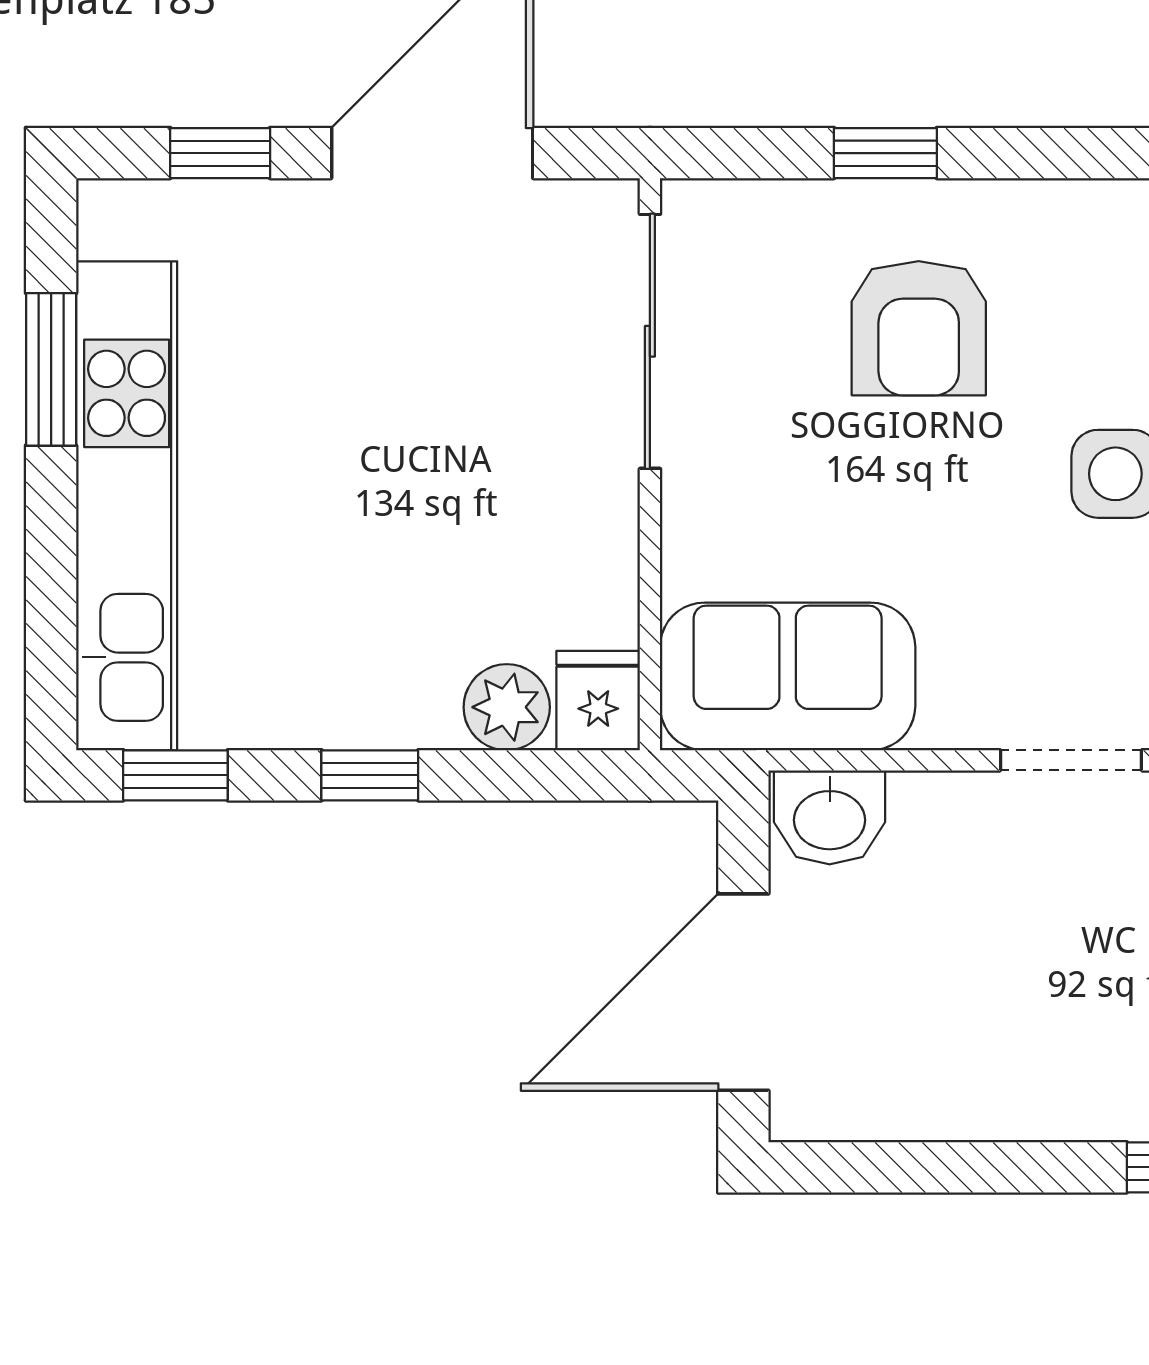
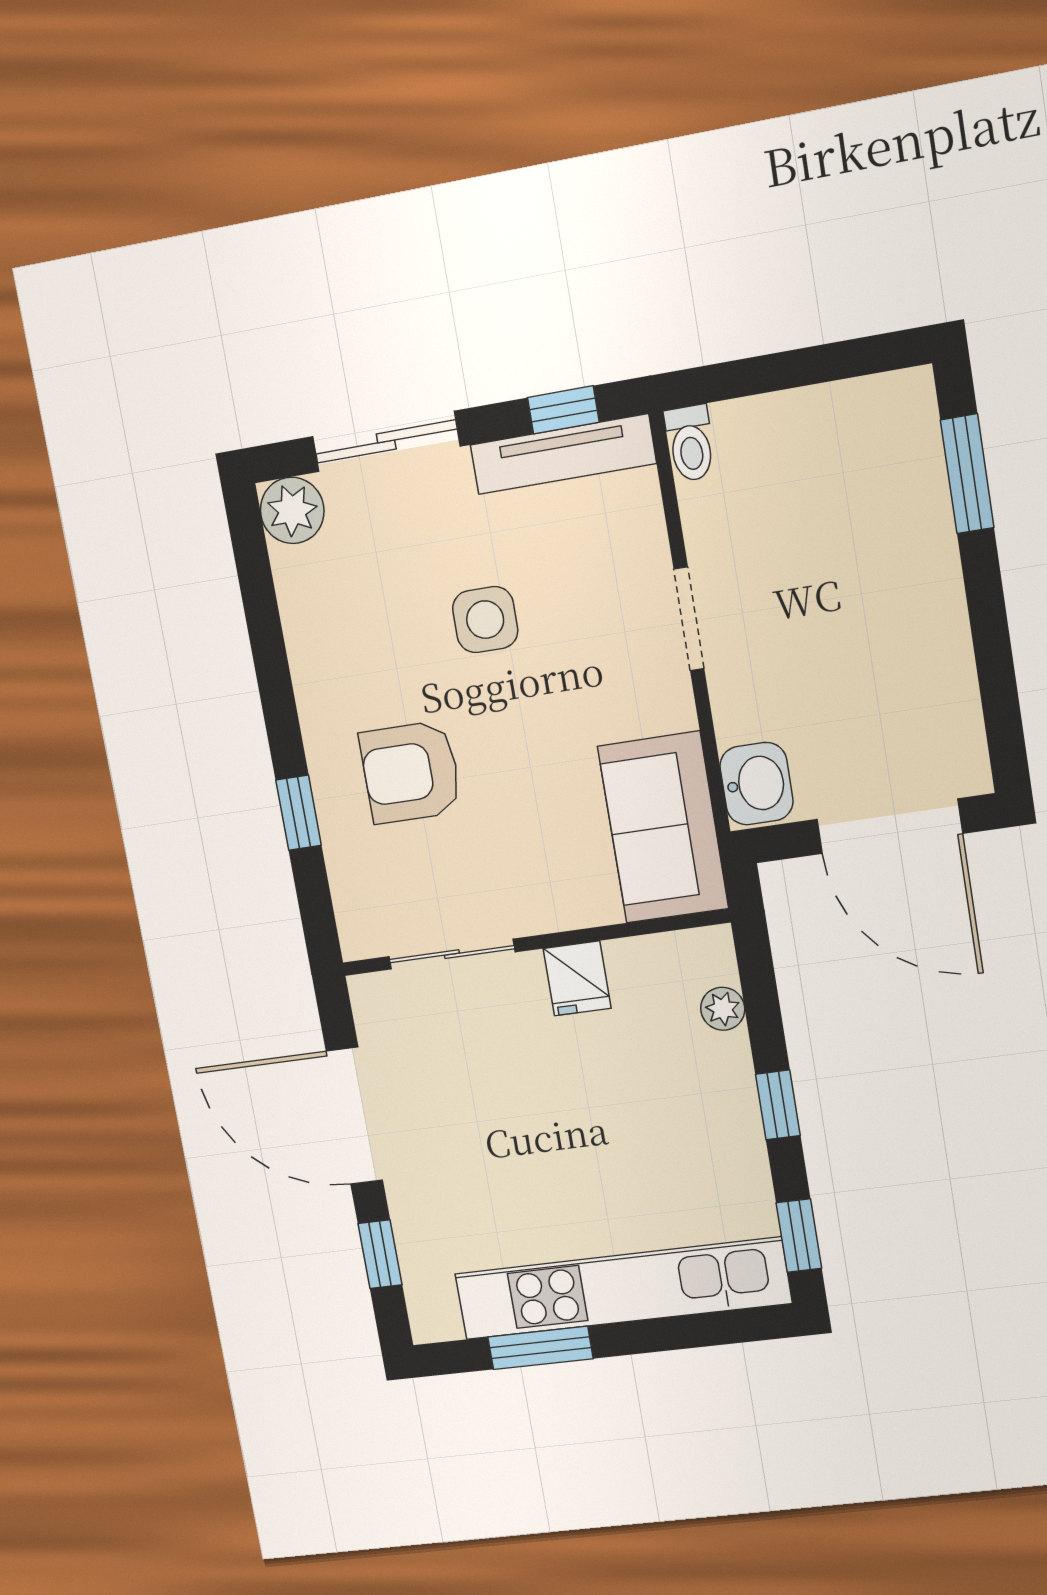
armchair: (919, 328) -> (411, 772), turned 180
sliding door: (650, 341) -> (452, 954), width x0.73
fridge: (598, 701) -> (577, 978), moved, turned -90
plant: (507, 707) -> (723, 1009), width x0.73, depth x0.73

